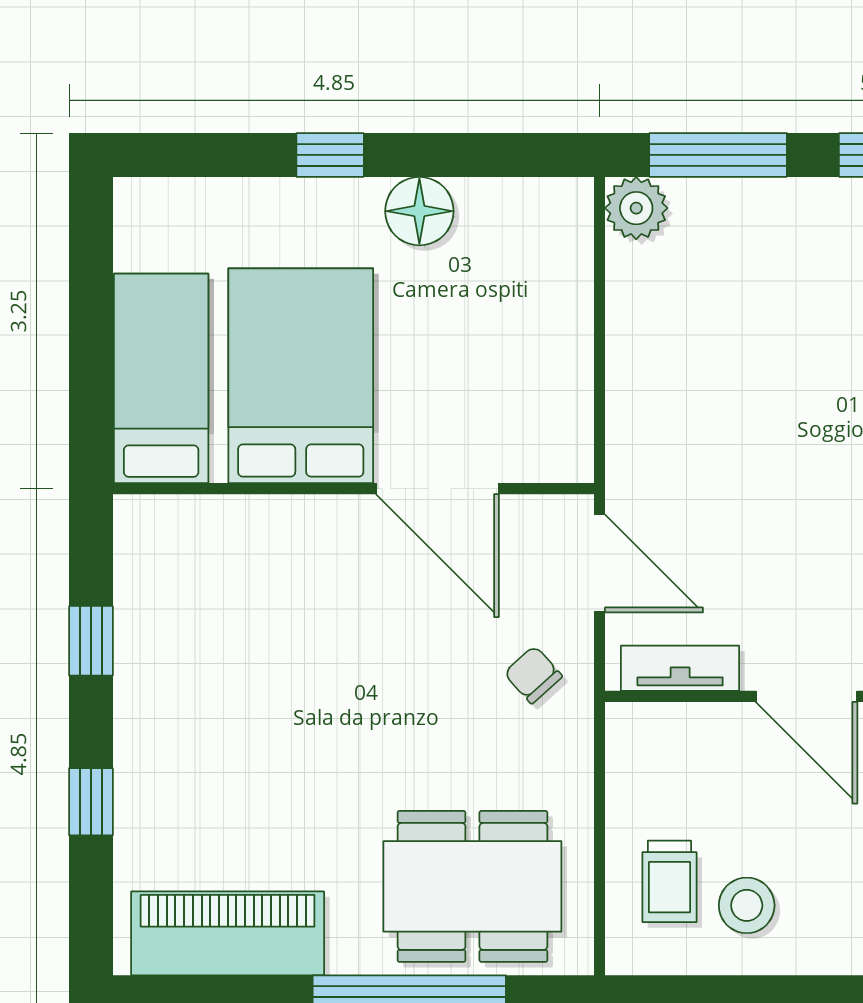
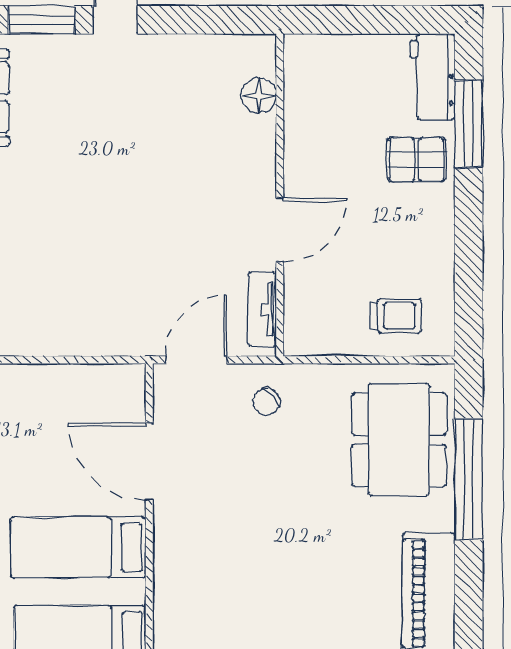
bed: (301, 376) -> (78, 547), width x0.67
door: (437, 489) -> (149, 462), swing flipped
stool: (747, 905) -> (411, 267), removed

